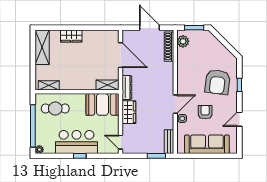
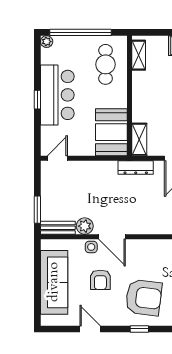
armchair: (218, 82) -> (144, 298), turned 180
wardrobe: (129, 112) -> (100, 170), removed
armchair: (205, 112) -> (100, 280), turned 90
plant: (168, 123) -> (85, 226), added

